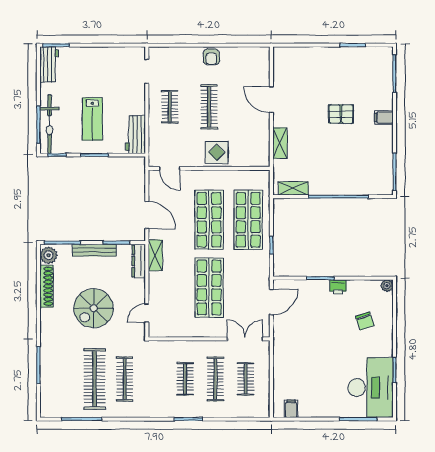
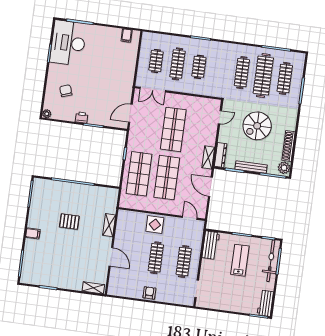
clothes rail: (170, 107) -> (184, 262), width x1.36
pallet: (341, 114) -> (69, 222), moved
shelving: (293, 188) -> (93, 288), moved
spiral stairs: (94, 308) -> (257, 126), turned 180
clothes rail: (64, 379) -> (285, 78), added

